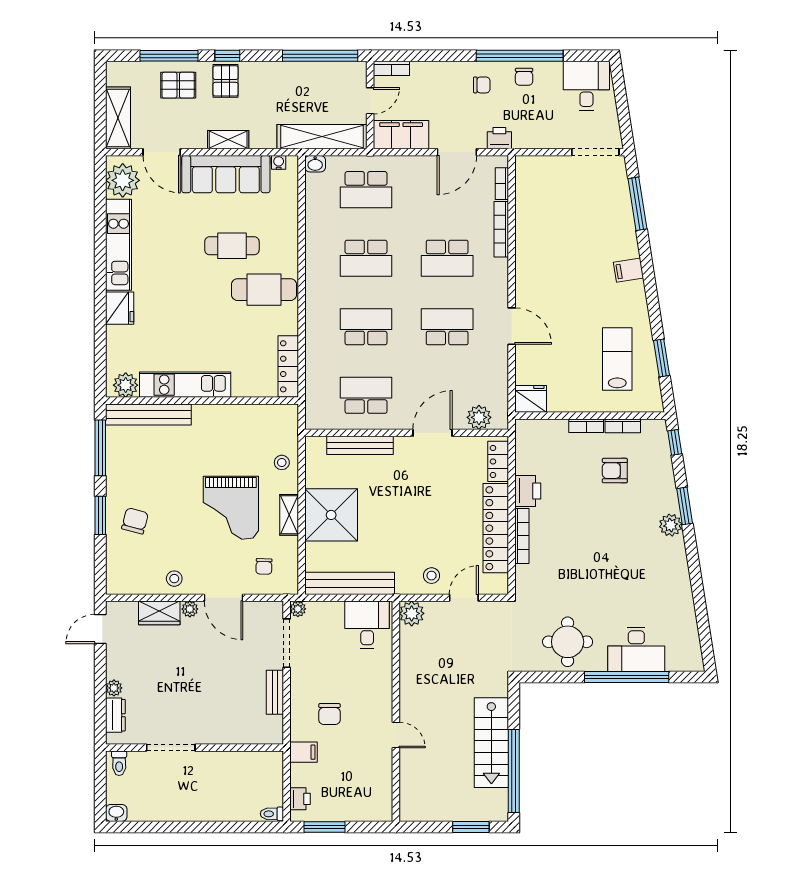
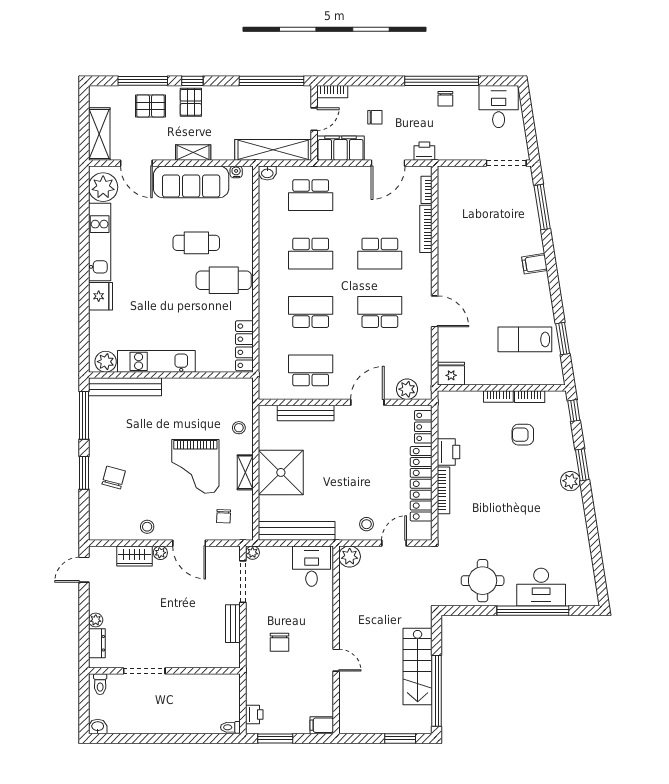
chair: (482, 85) -> (375, 117), moved
lab bench: (617, 359) -> (525, 339), turned -90
filing cabinet: (303, 752) -> (322, 725), moved, turned 180

